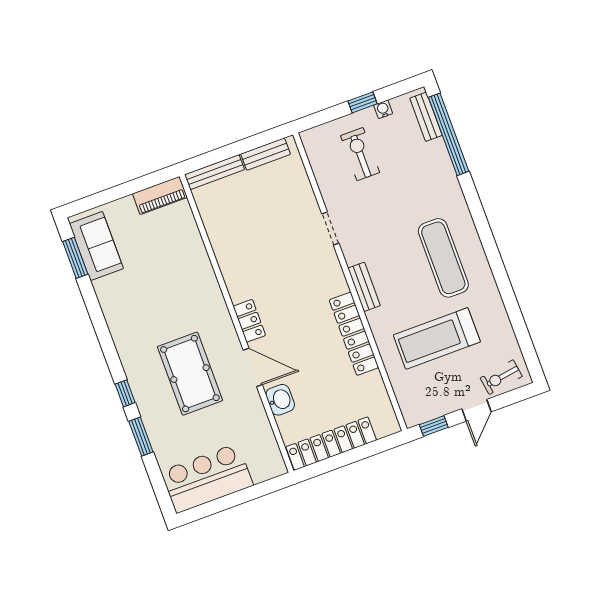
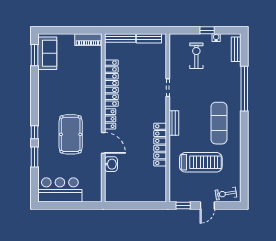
window: (449, 134) -> (244, 89), moved
treadmill: (437, 338) -> (201, 162), turned 180
locker: (331, 444) -> (111, 83), moved, turned 90

